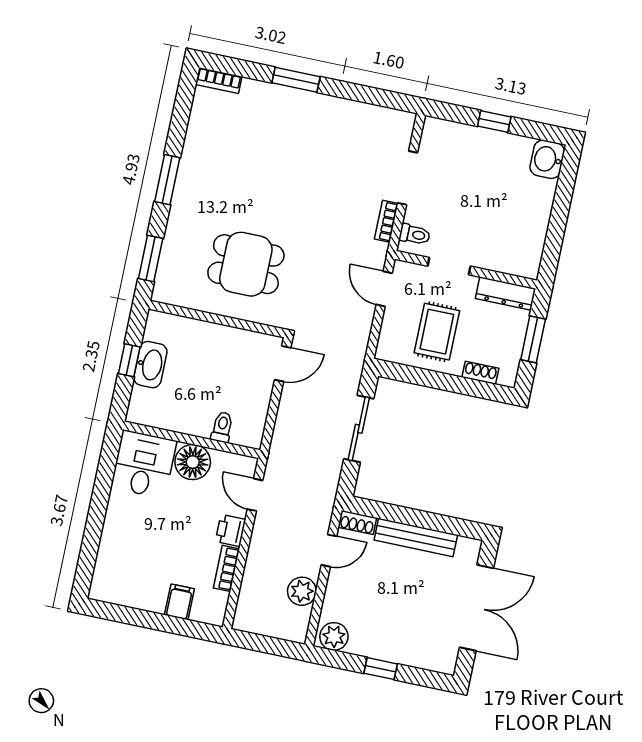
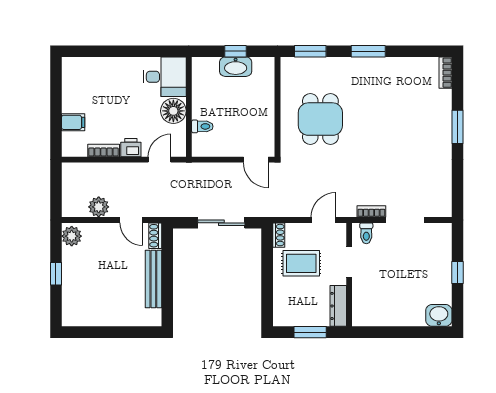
shoe rack: (480, 373) -> (279, 235), moved
double door: (477, 608) -> (113, 332), removed

